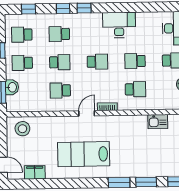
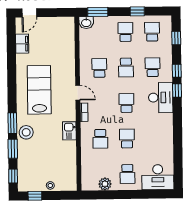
desk: (119, 25) -> (161, 98), moved
school desk: (97, 62) -> (126, 103), turned 180
washbasin: (12, 87) -> (86, 23), moved
kitchen sink: (158, 122) -> (69, 131), moved
stool: (22, 129) -> (26, 132), moved

